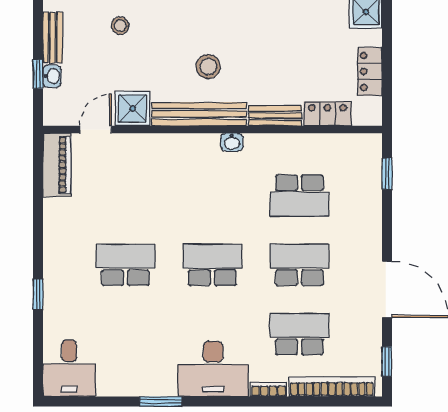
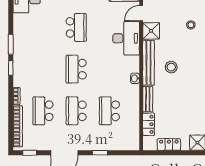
door: (96, 129) -> (141, 13), swing flipped
window: (387, 174) -> (100, 153), moved
school desk: (212, 265) -> (76, 69), turned 180
school desk: (299, 265) -> (76, 111), turned 180
school desk: (299, 334) -> (43, 111), turned 180
desk: (213, 369) -> (126, 38), moved, turned 180
window: (210, 401) -> (11, 68), added

